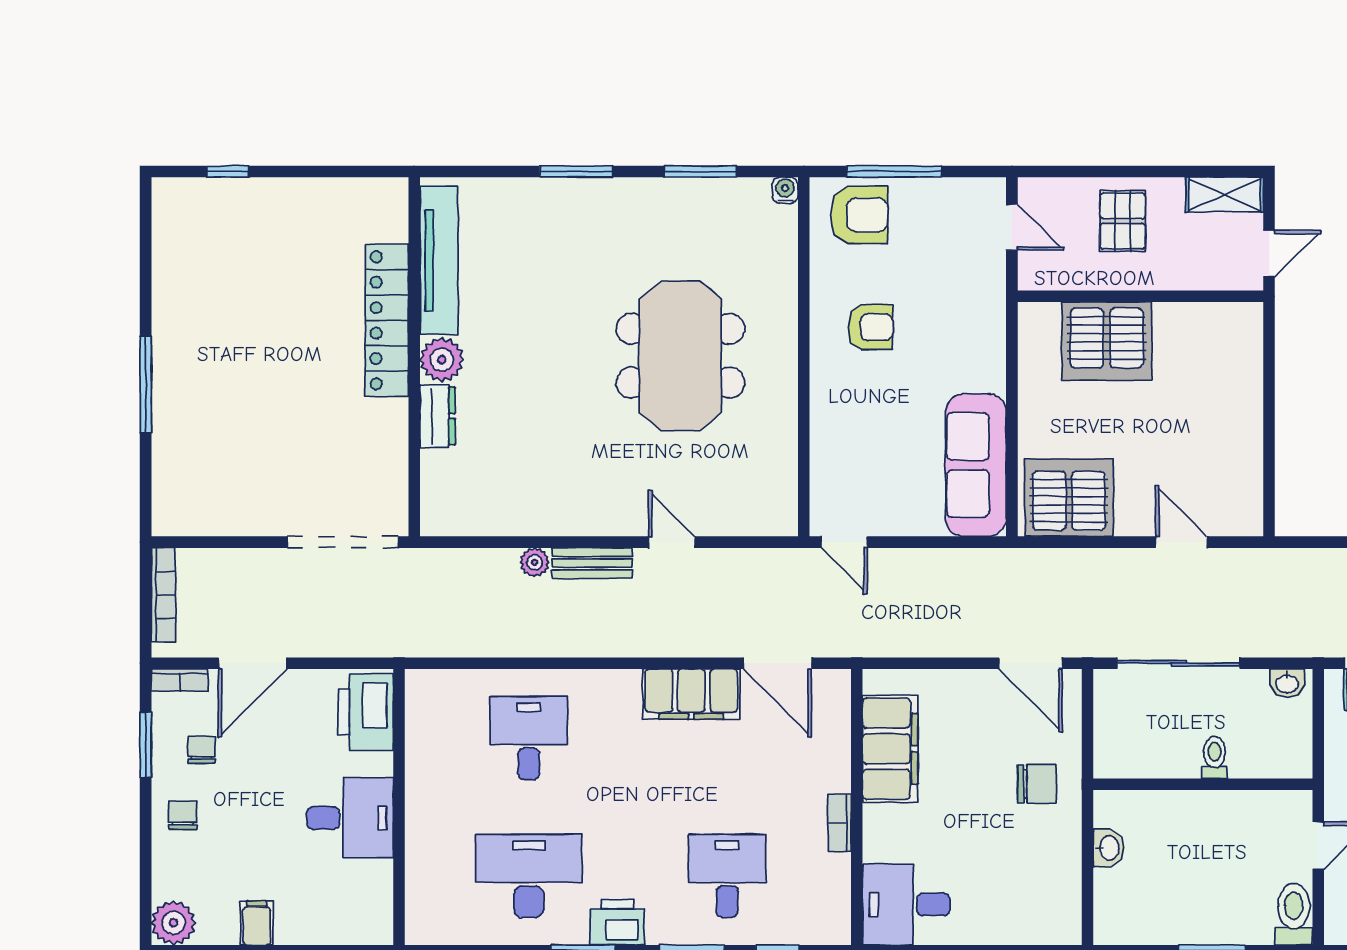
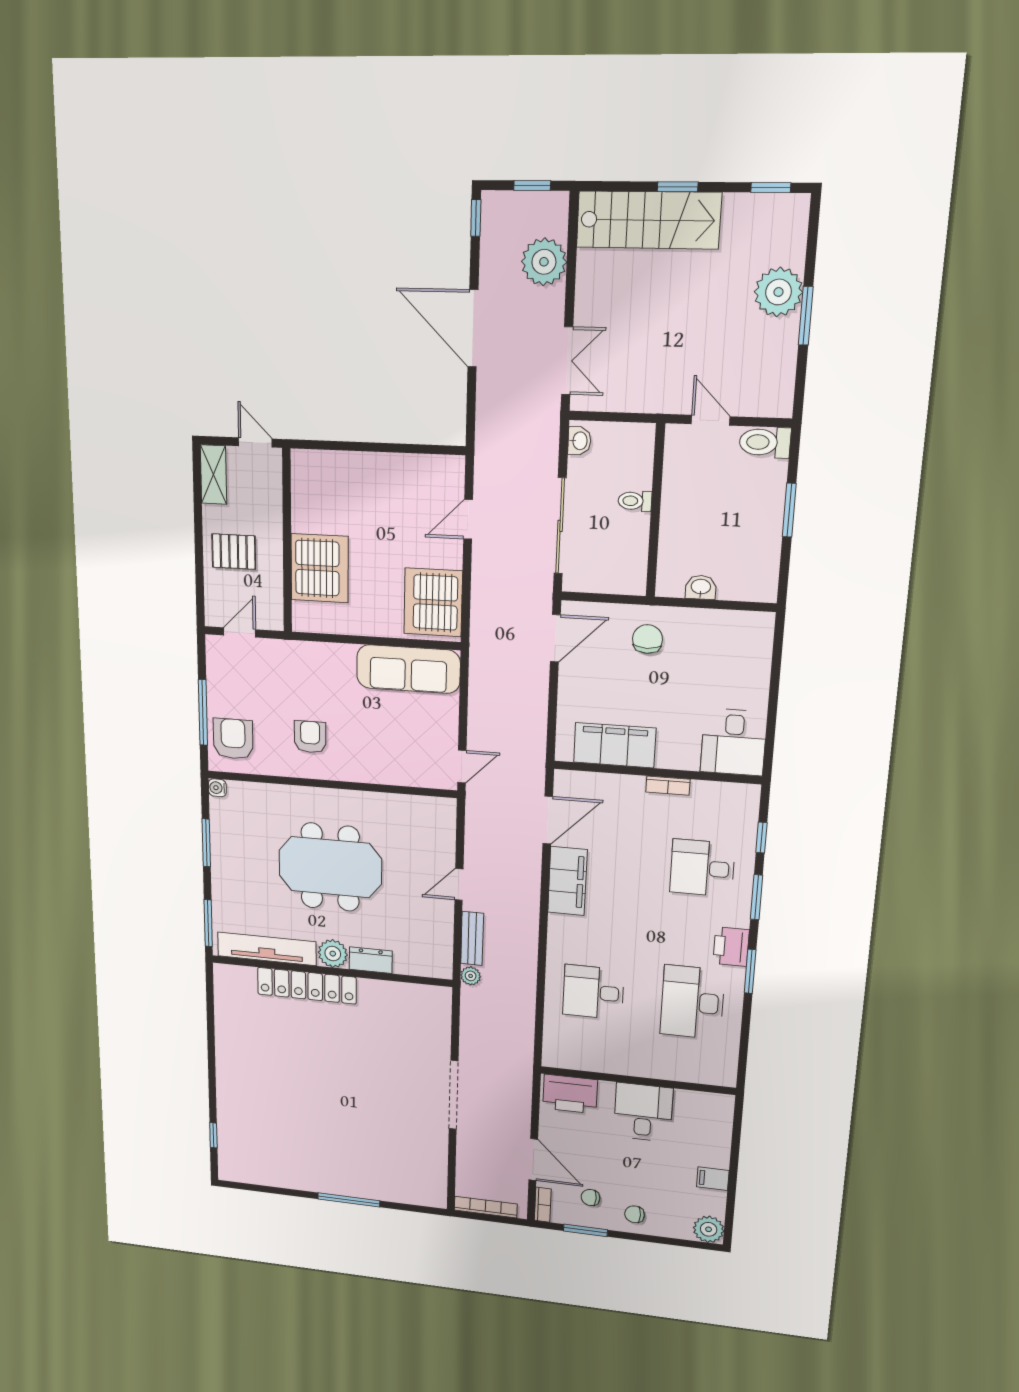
tv unit: (439, 260) -> (267, 949), moved
locker: (387, 320) -> (307, 986), moved
wall: (414, 357) -> (331, 971), moved
plant: (442, 360) -> (333, 954), moved
dresser: (438, 416) -> (371, 960), moved

